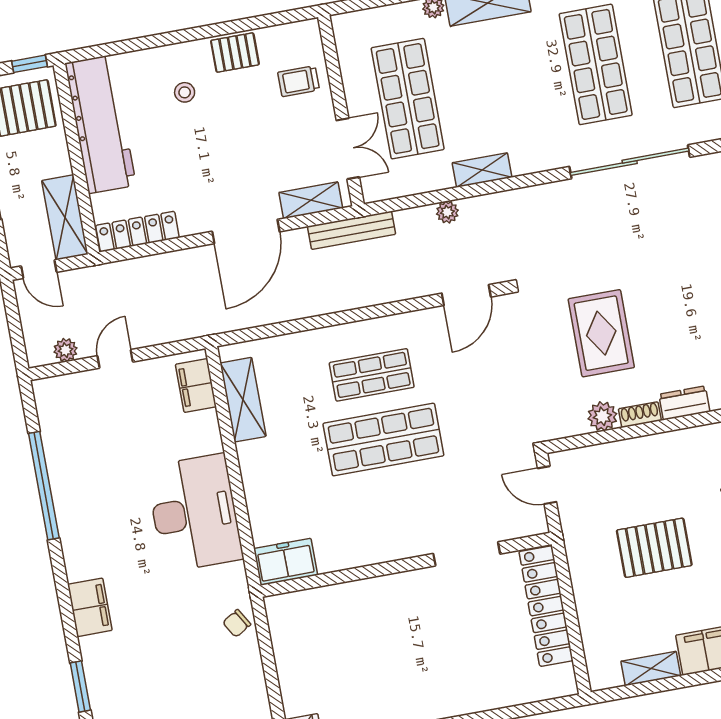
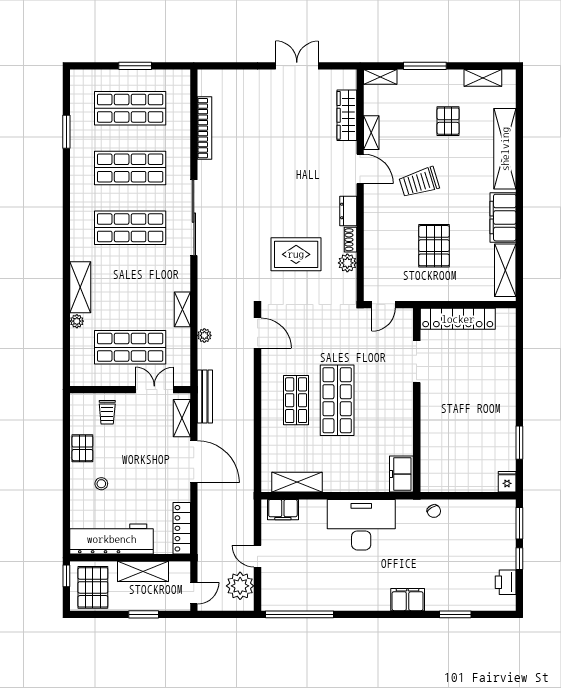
shelving: (65, 217) -> (143, 571), moved
plant: (65, 350) -> (240, 586), width x1.87, depth x1.87
window: (44, 486) -> (299, 614), moved
shelving: (651, 669) -> (505, 270), width x1.50, depth x1.33

